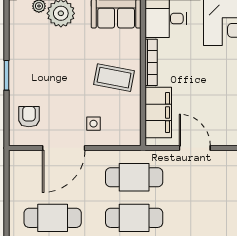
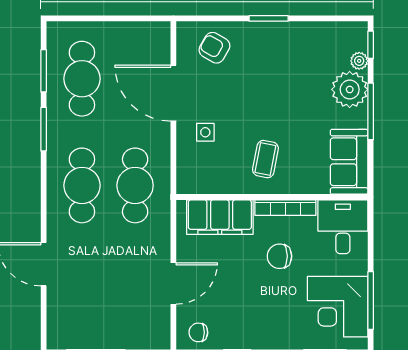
chair: (188, 67) -> (280, 256), added
coffee table: (114, 78) -> (265, 159), width x0.73, depth x0.77
armchair: (29, 117) -> (214, 48), turned -150
door: (195, 148) -> (173, 283), moved

